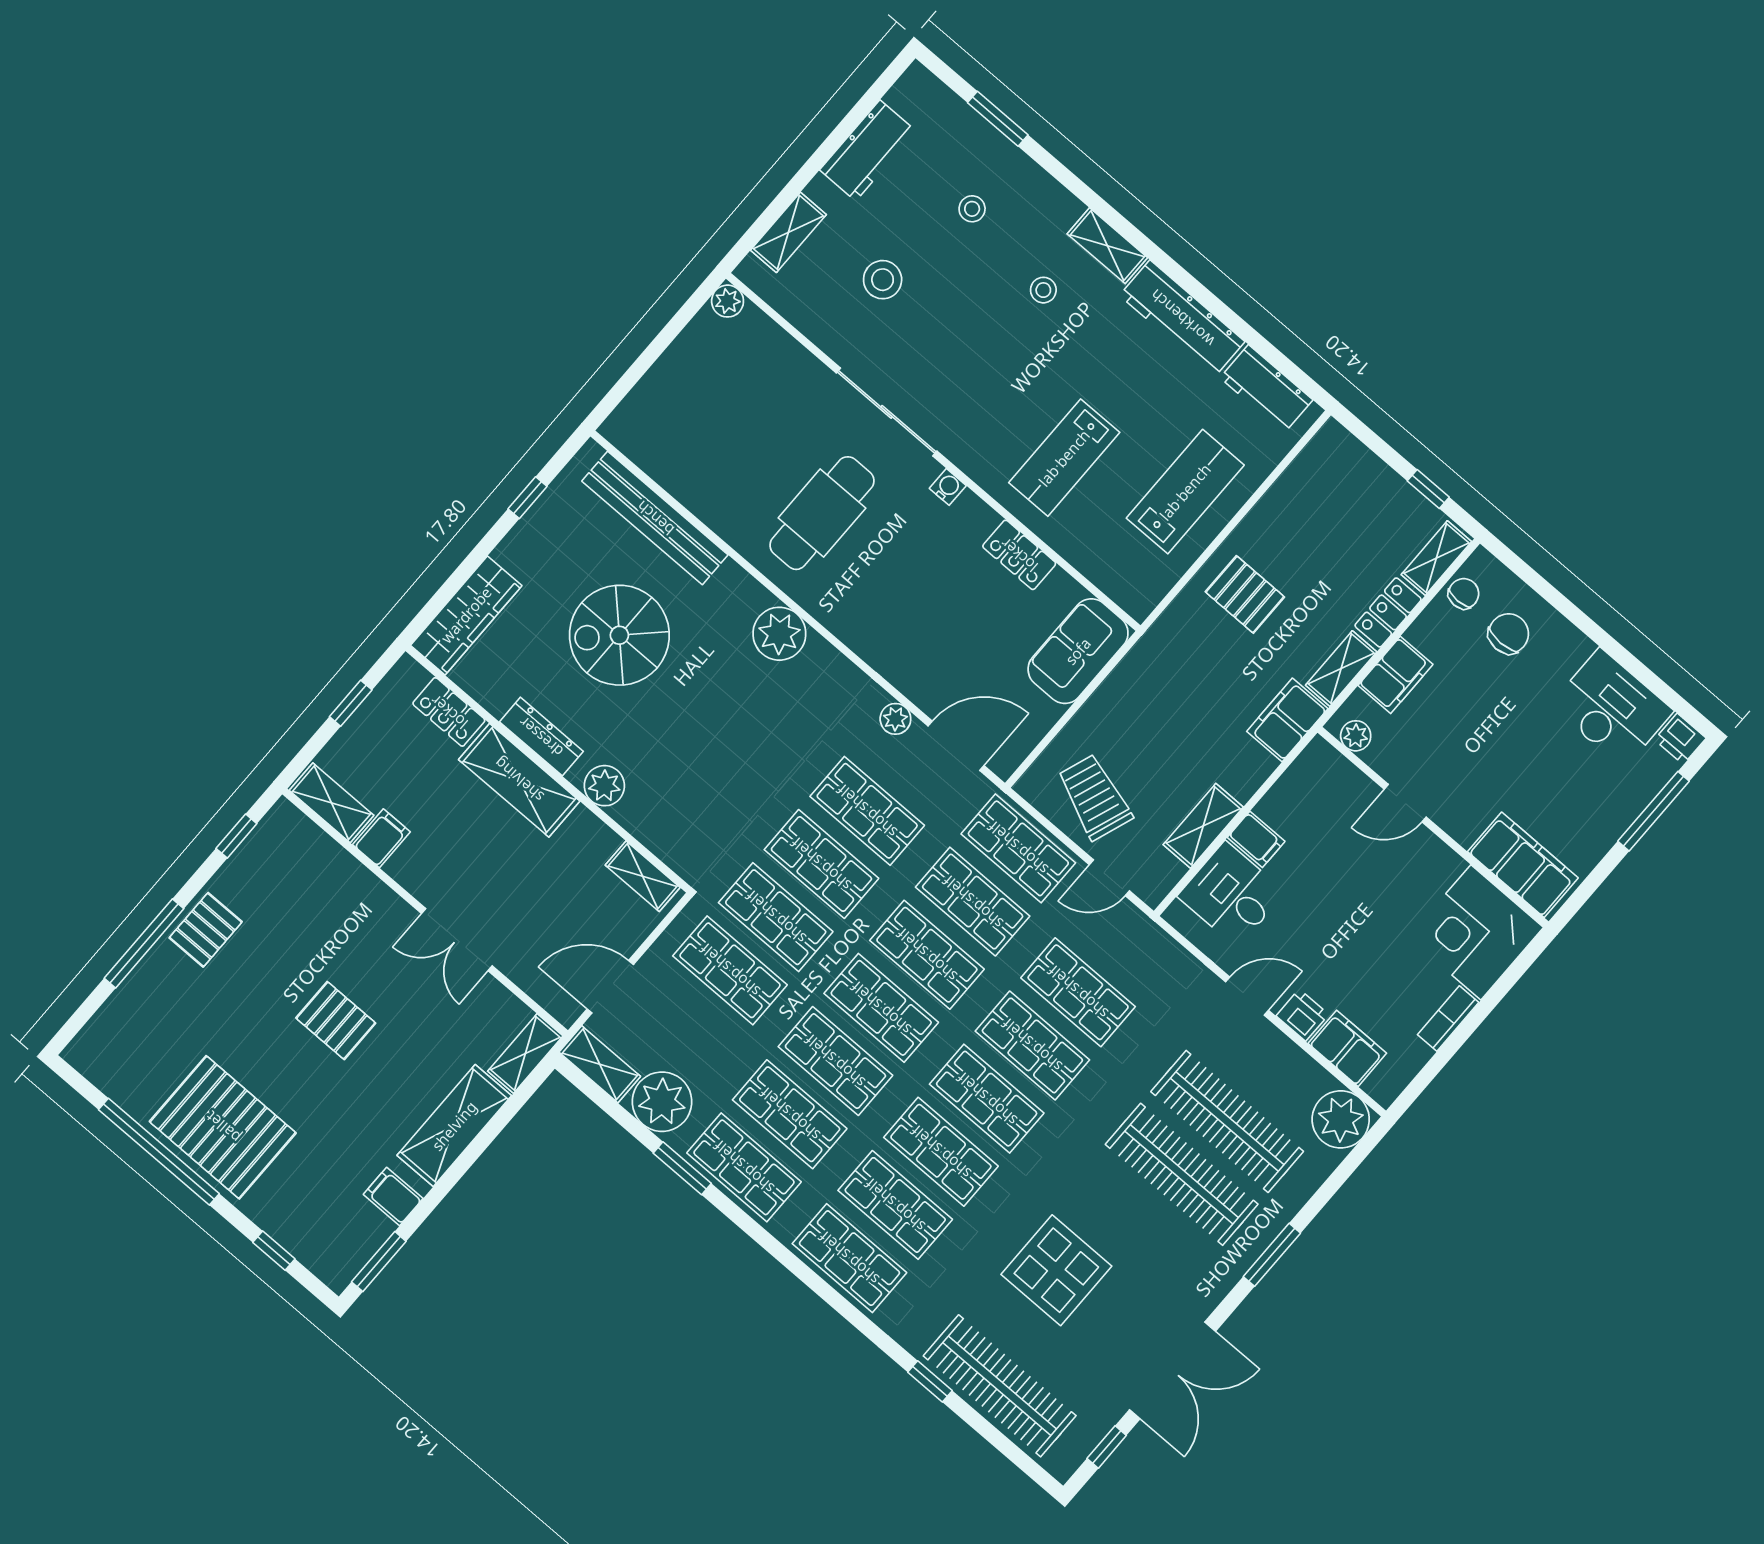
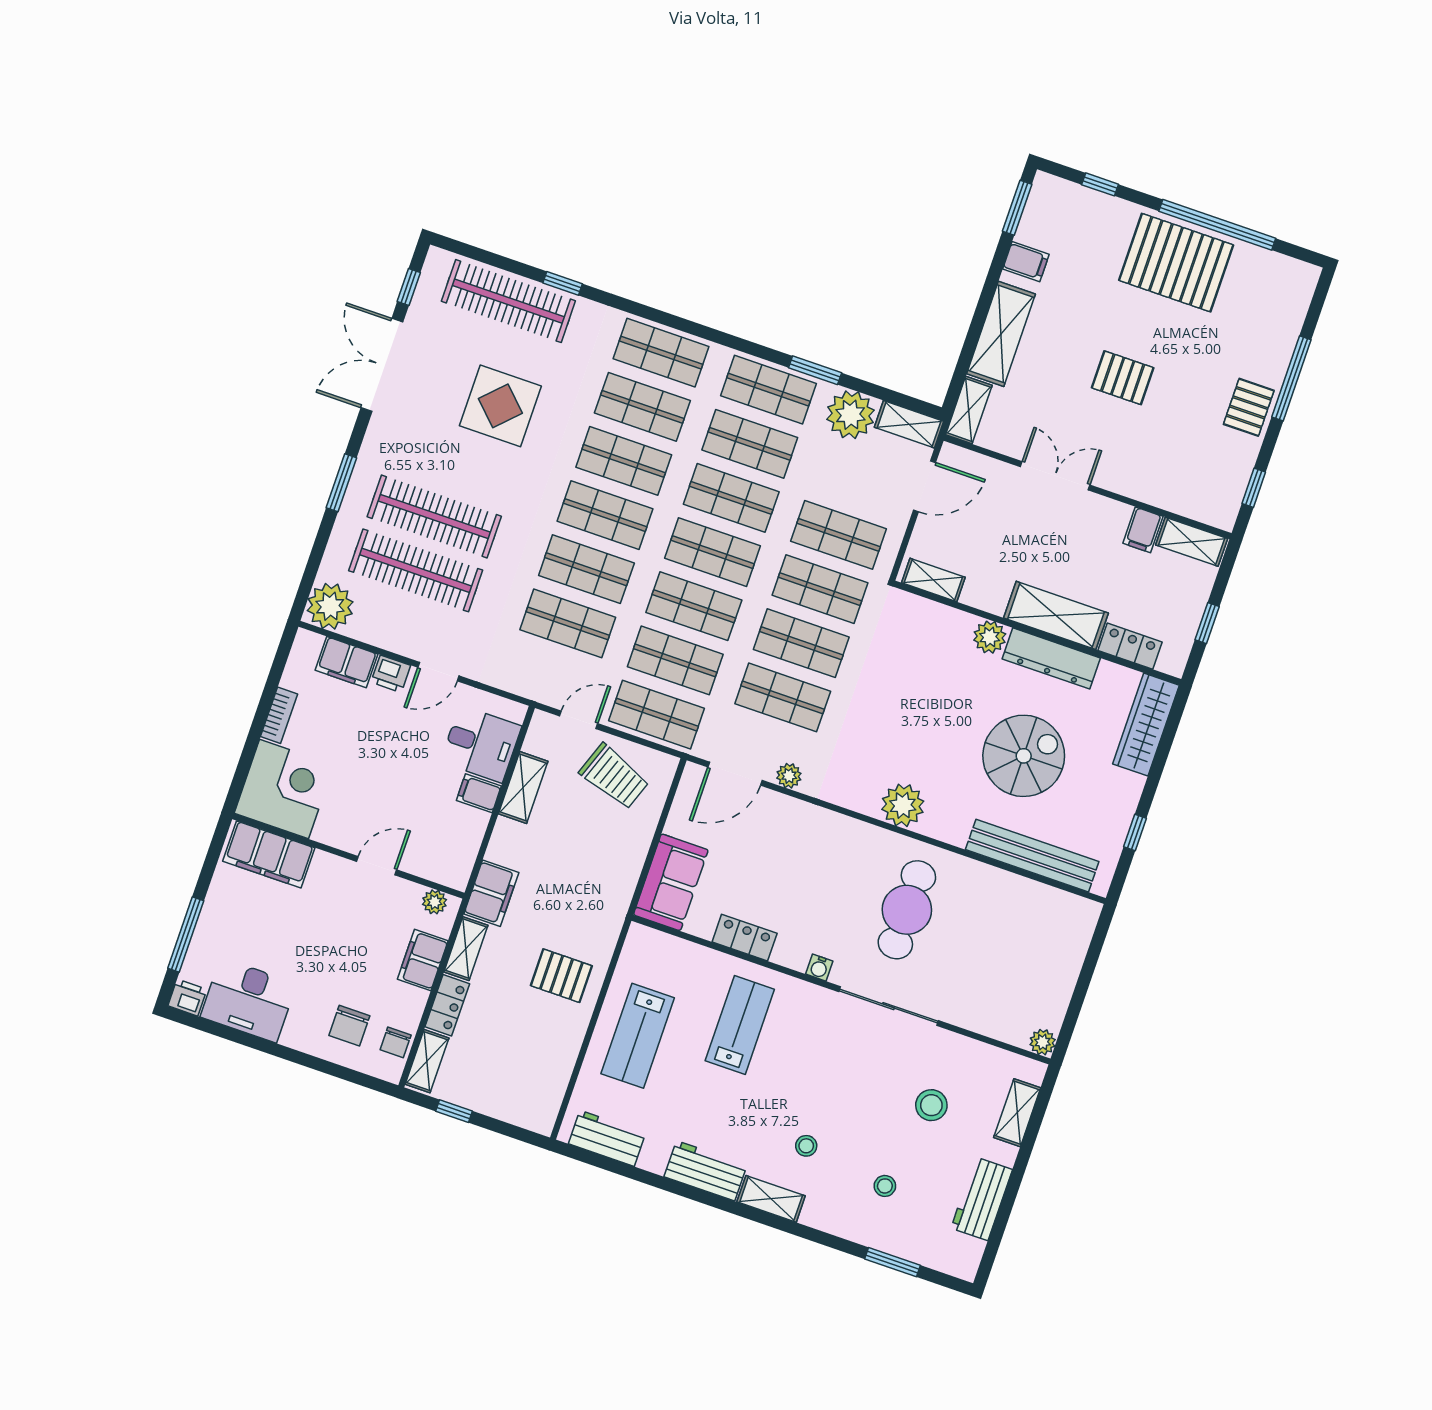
workbench: (1182, 318) -> (706, 1171), width x0.73
dresser: (541, 737) -> (1051, 658), width x1.37, depth x1.24

